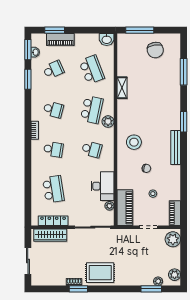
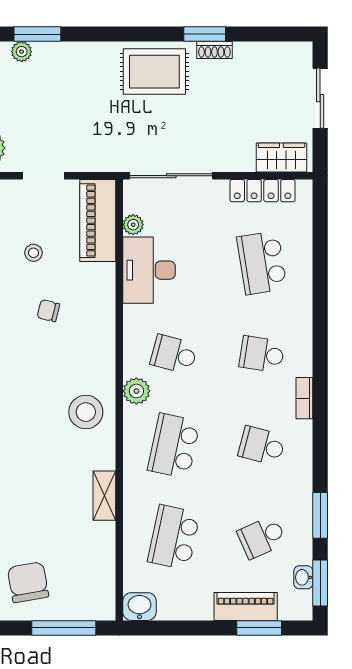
school desk: (92, 70) -> (174, 537), turned 33
plant: (108, 122) -> (136, 391), moved
stool: (134, 142) -> (86, 412), moved
wardrobe: (50, 235) -> (281, 158), width x0.67

